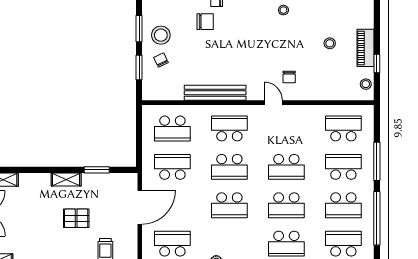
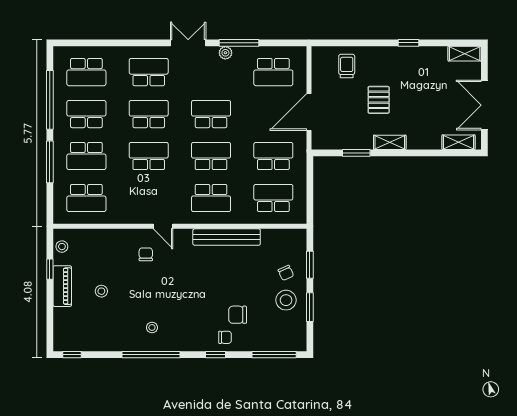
school desk: (172, 167) -> (273, 156), turned 180
pallet: (76, 218) -> (379, 100), turned 90

